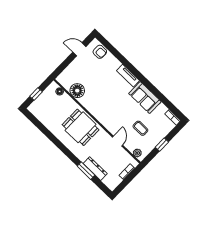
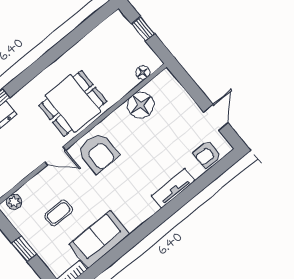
tv unit: (128, 76) -> (173, 188), moved
sofa: (145, 98) -> (99, 239), moved
armchair: (106, 110) -> (98, 153), added
door: (118, 141) -> (55, 156), moved

